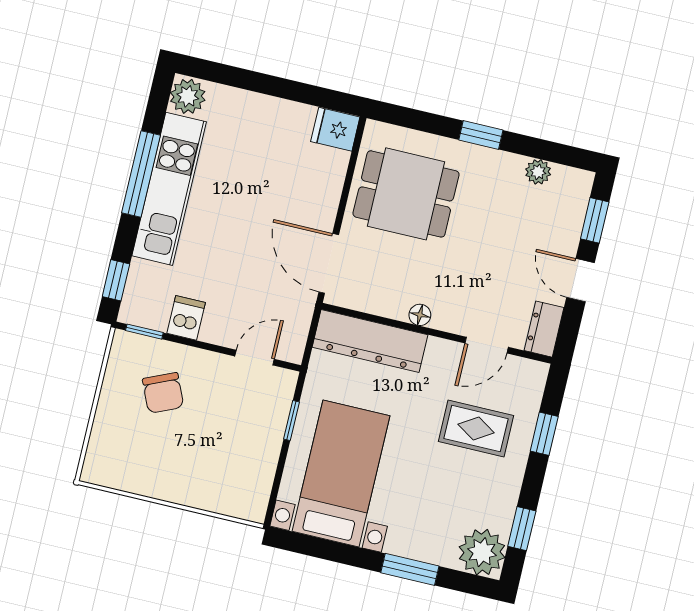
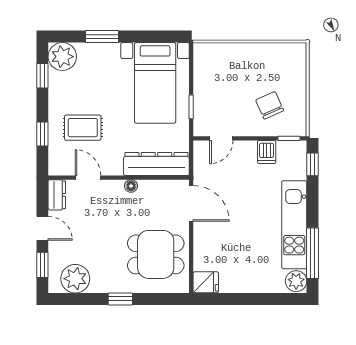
plant: (538, 172) -> (75, 279), width x1.87, depth x1.87
window: (141, 174) -> (313, 253), moved
door: (487, 345) -> (88, 178), hinge flipped

